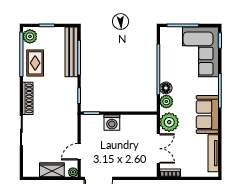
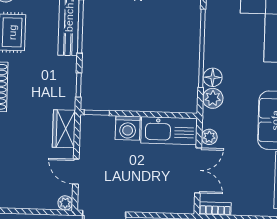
plant: (169, 122) -> (209, 137), width x0.53, depth x0.53
kitchen sink: (139, 123) -> (169, 131), added
door: (79, 152) -> (76, 172), hinge flipped
wardrobe: (52, 170) -> (64, 129), moved, turned -90

